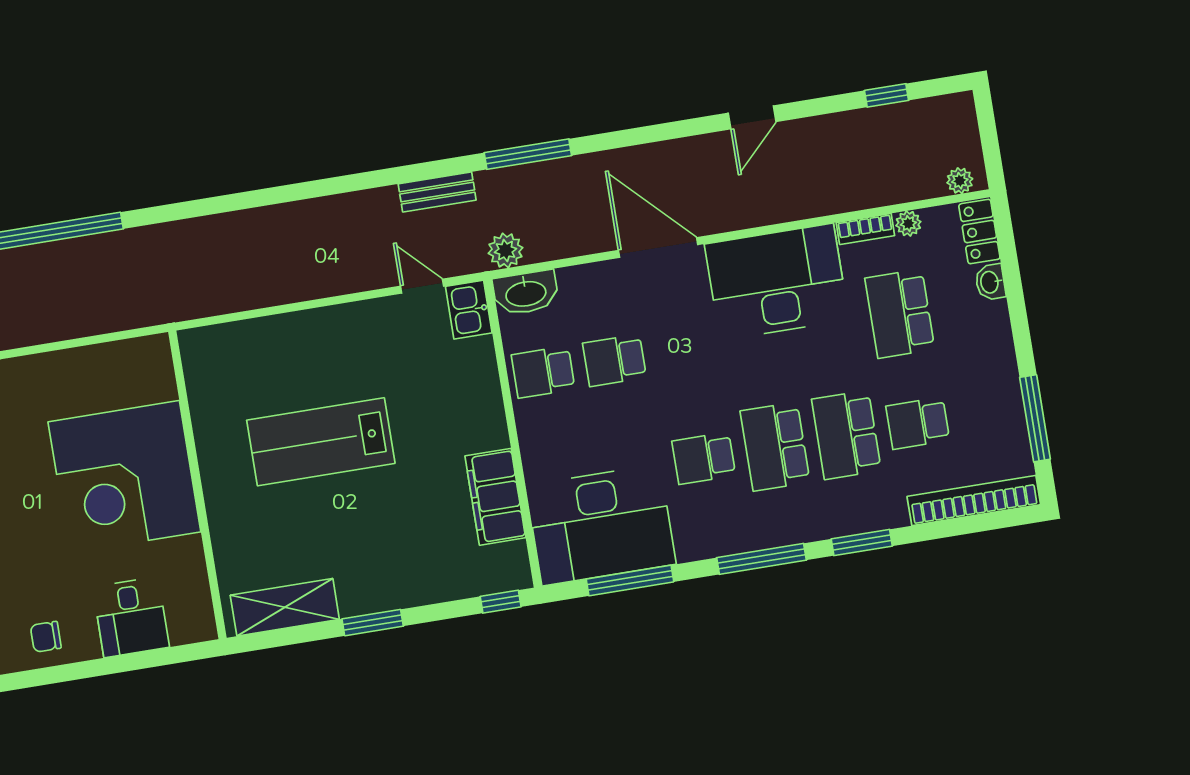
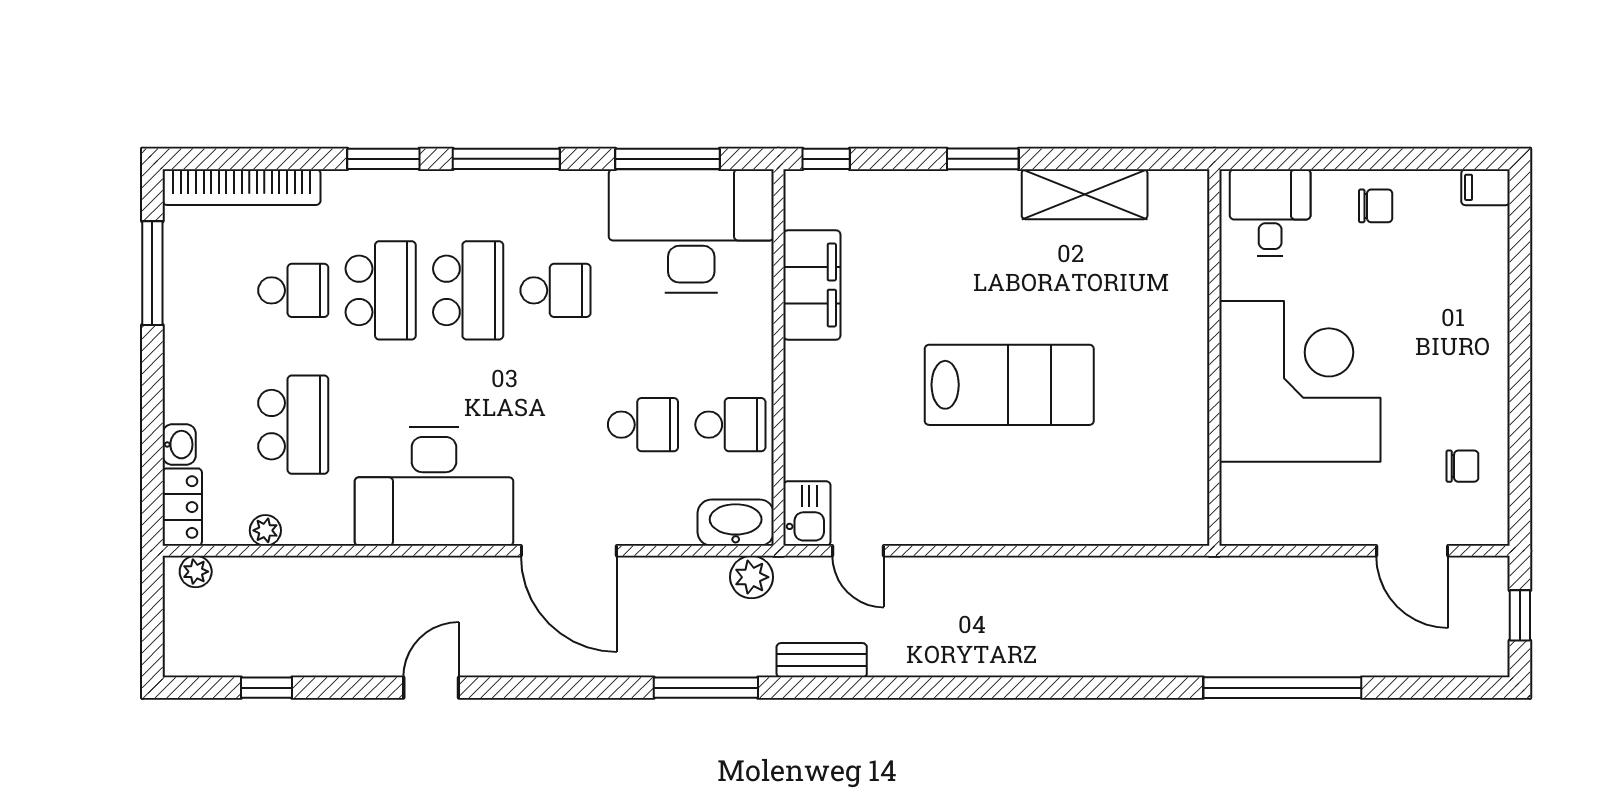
bookcase: (865, 229) -> (318, 532), removed
corner desk: (124, 477) -> (1300, 381), moved
wall: (197, 485) -> (1214, 358), moved

